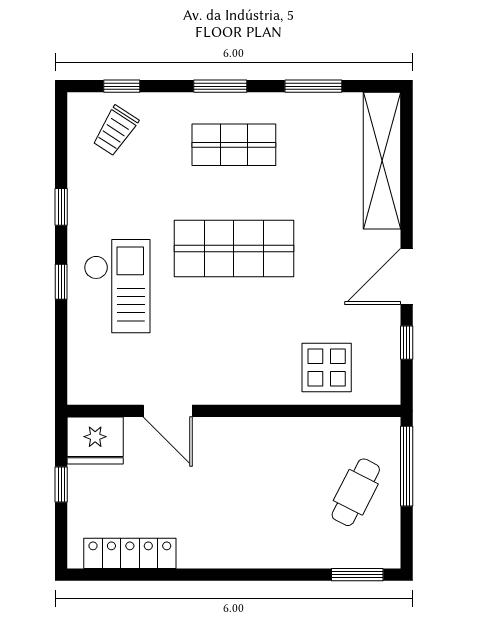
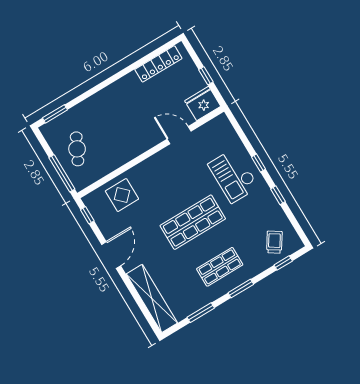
window: (407, 343) -> (87, 215), moved

